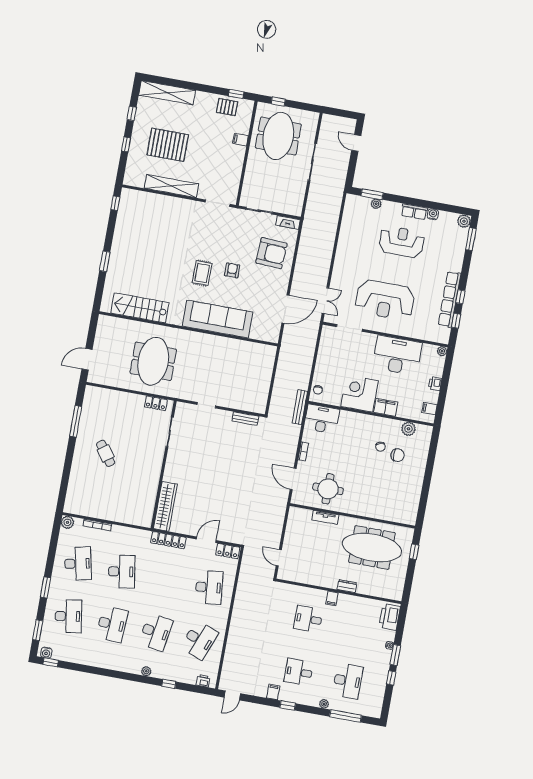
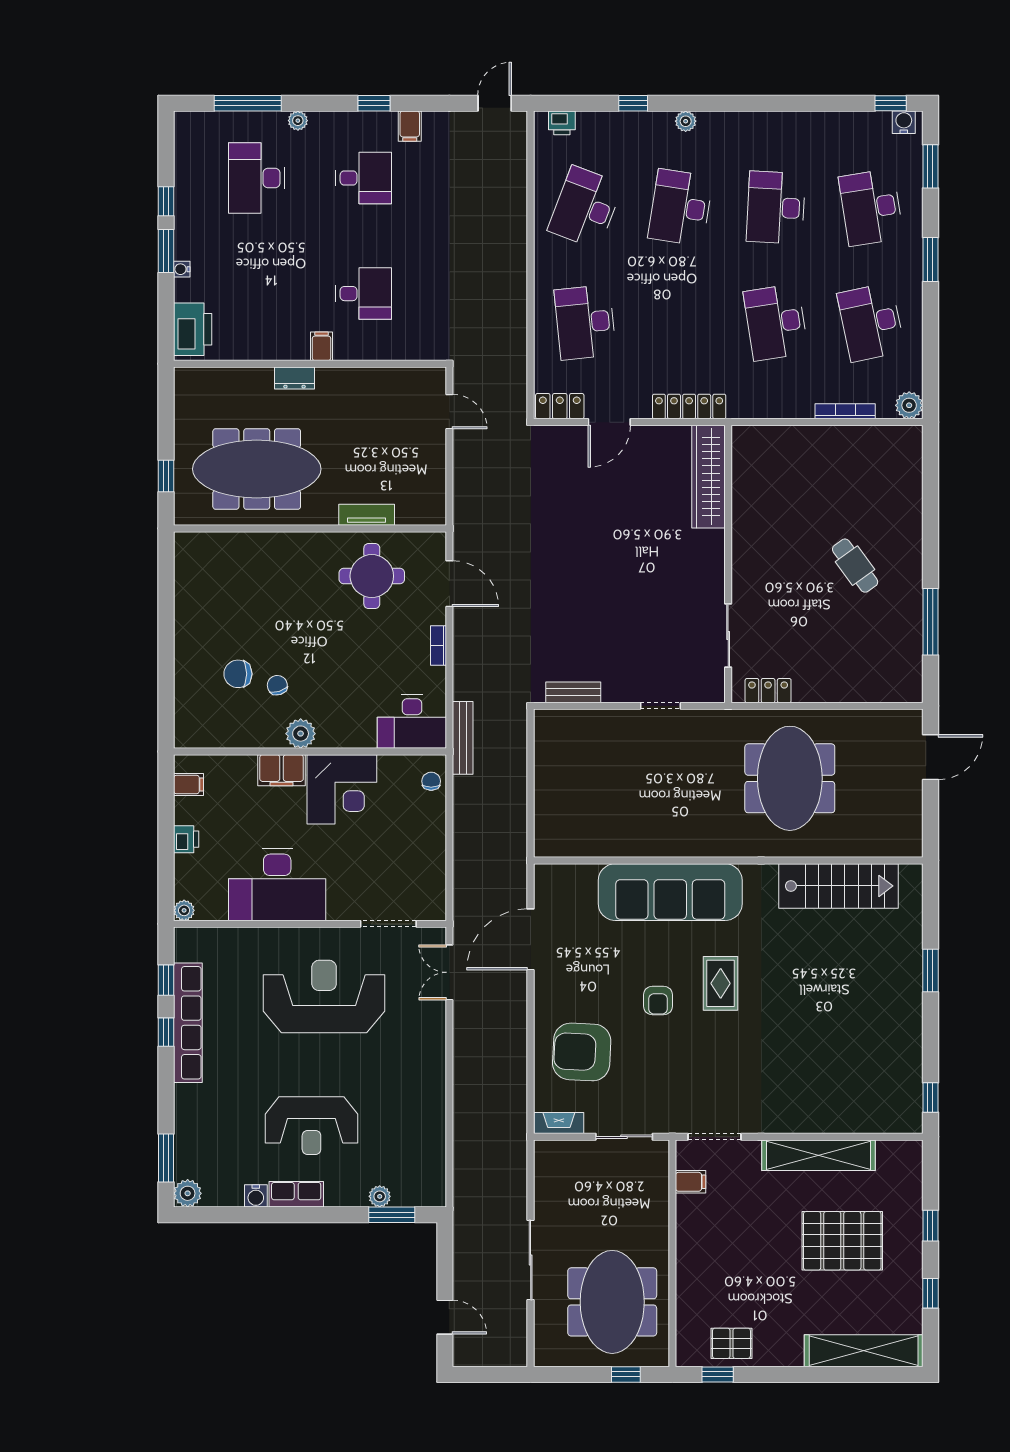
filing cabinet: (240, 140) -> (691, 1182), moved
plant: (408, 429) -> (301, 734), moved

